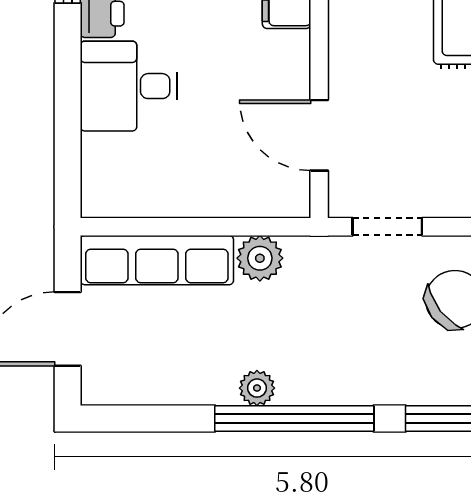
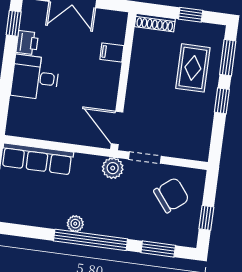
door: (319, 135) -> (117, 128), moved
plant: (260, 258) -> (113, 168), moved

